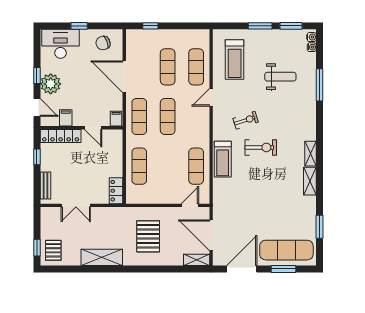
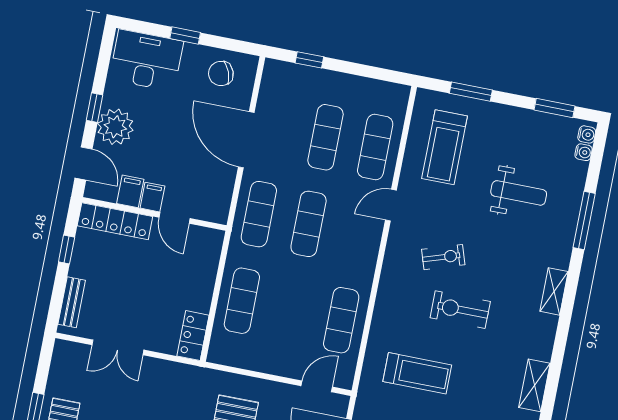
window: (260, 26) -> (471, 92), moved
filing cabinet: (116, 119) -> (152, 197), moved
exercise bike: (261, 147) -> (460, 310), turned 180
shelving: (311, 154) -> (554, 291), moved
treadmill: (223, 159) -> (417, 373), moved, turned -90

